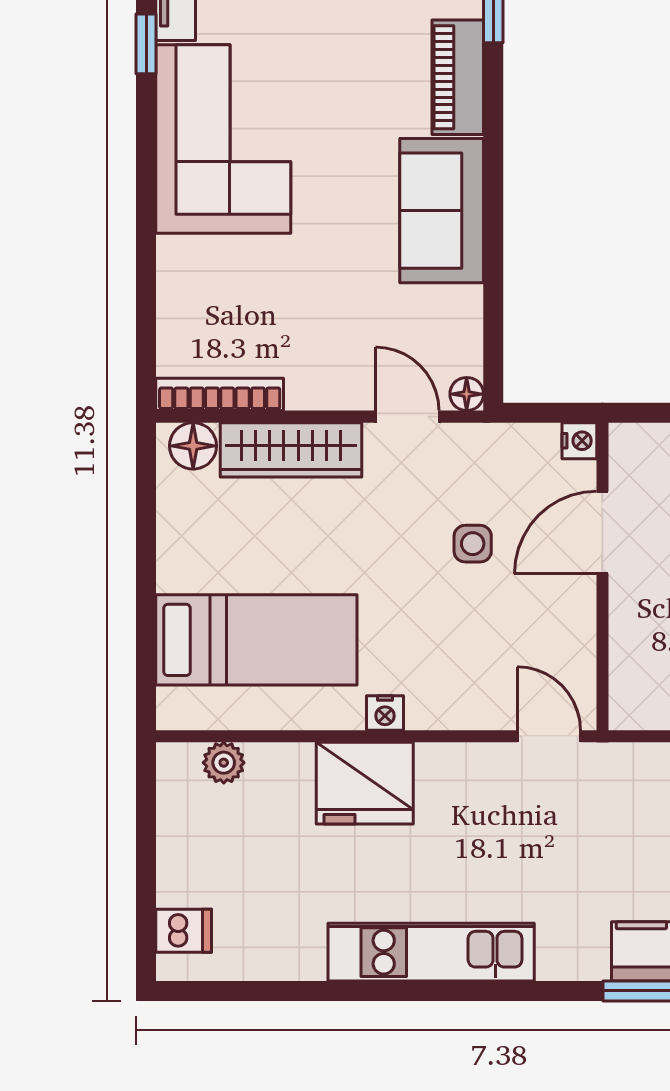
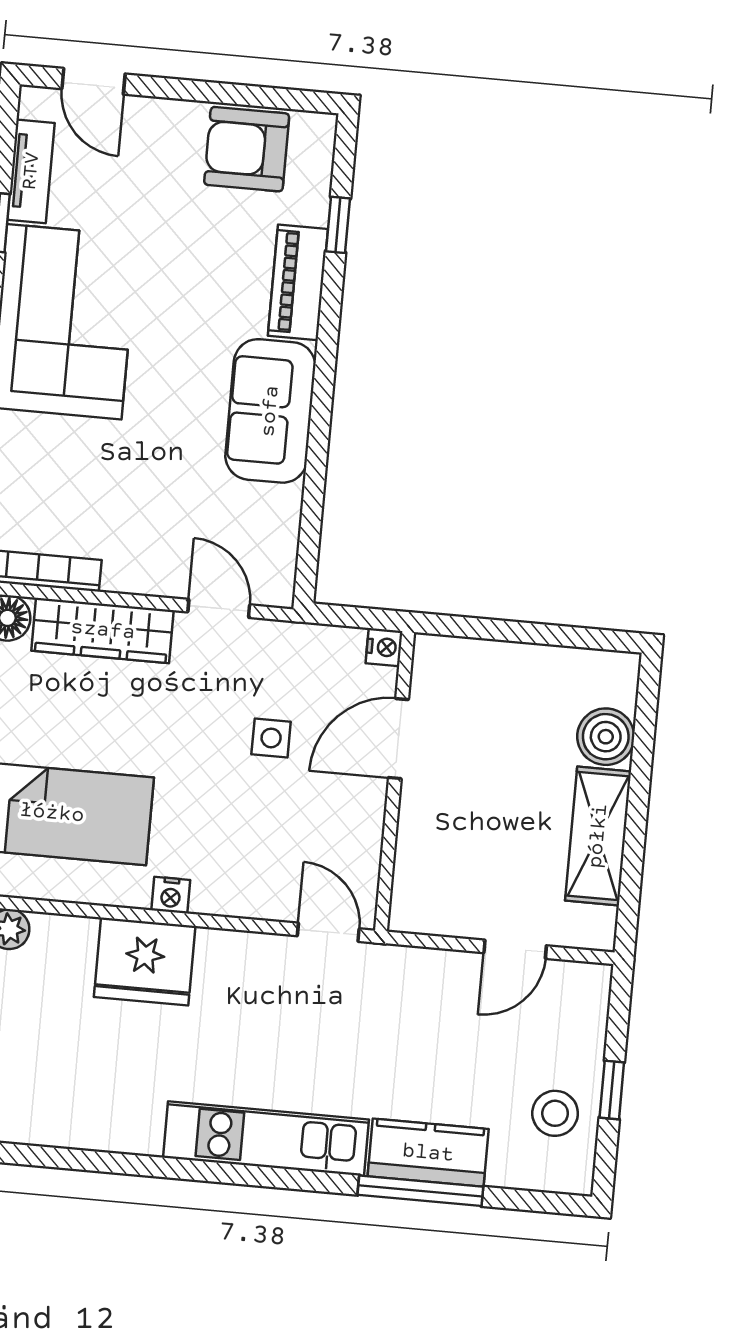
floor lamp: (467, 394) -> (279, 592), removed
kitchen unit: (431, 952) -> (266, 1139), moved

